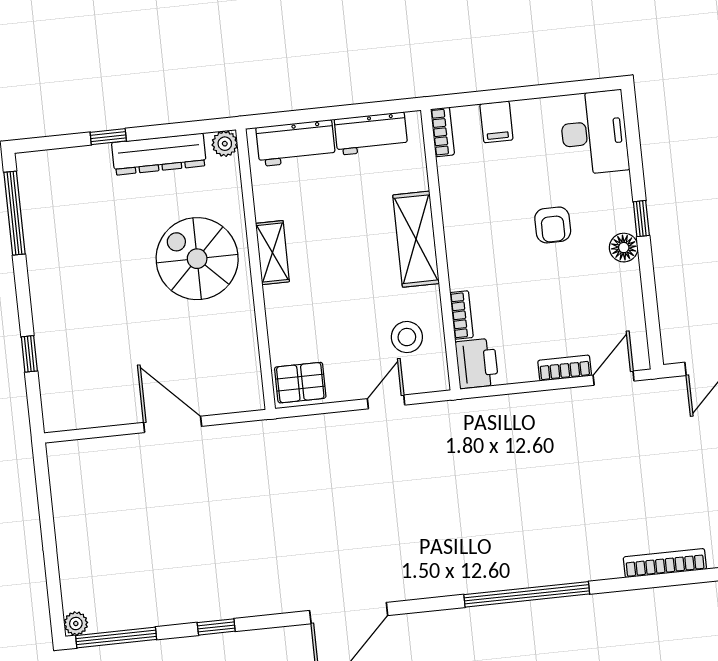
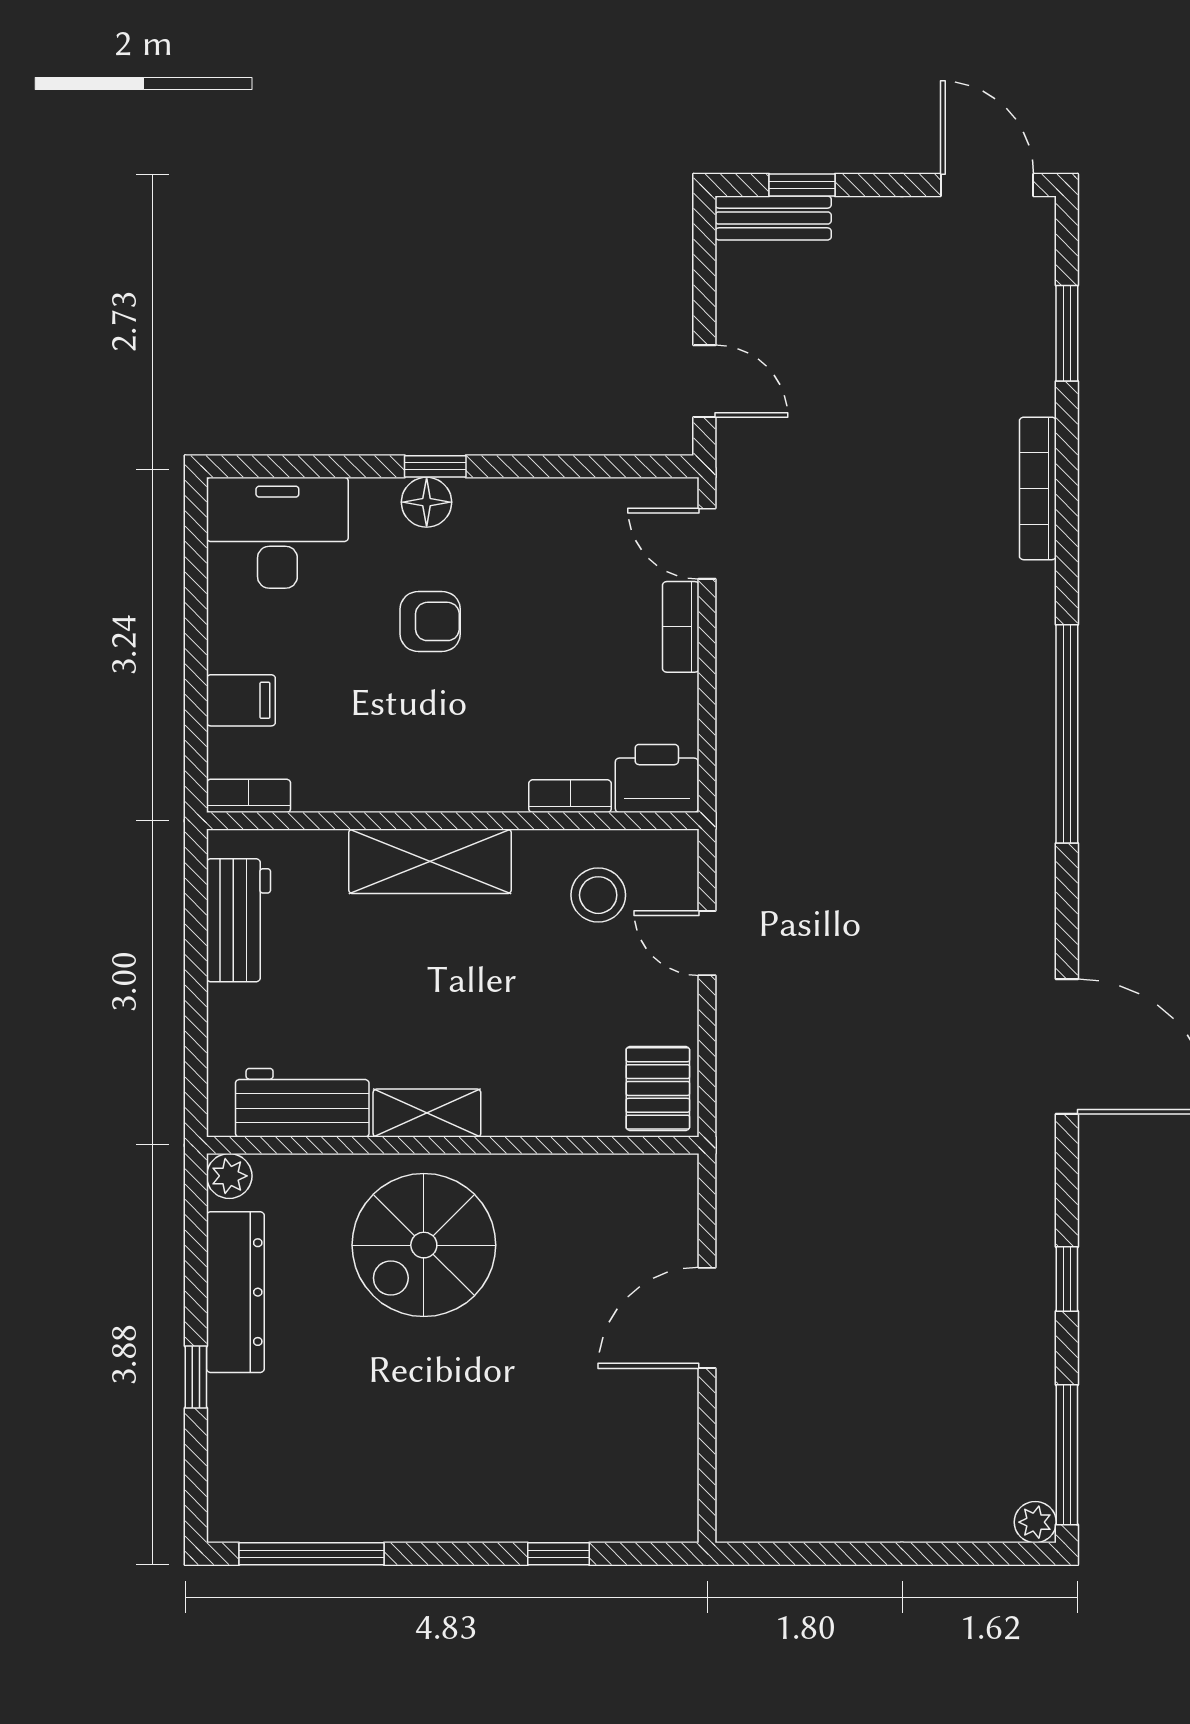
workbench: (296, 143) -> (302, 1103), moved, turned -90
floor lamp: (624, 248) -> (427, 502), moved

